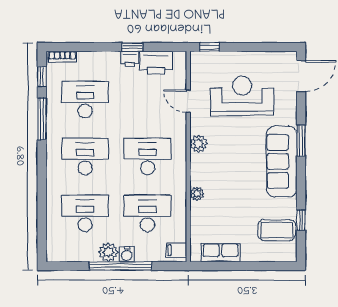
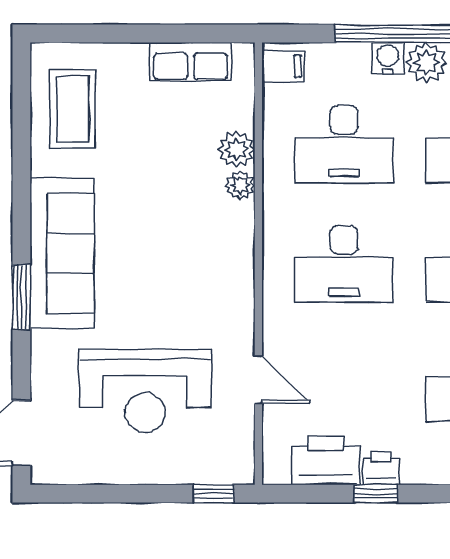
plant: (199, 144) -> (237, 149), moved
window: (301, 220) -> (21, 130), removed
coffee table: (277, 230) -> (72, 109), turned 90

